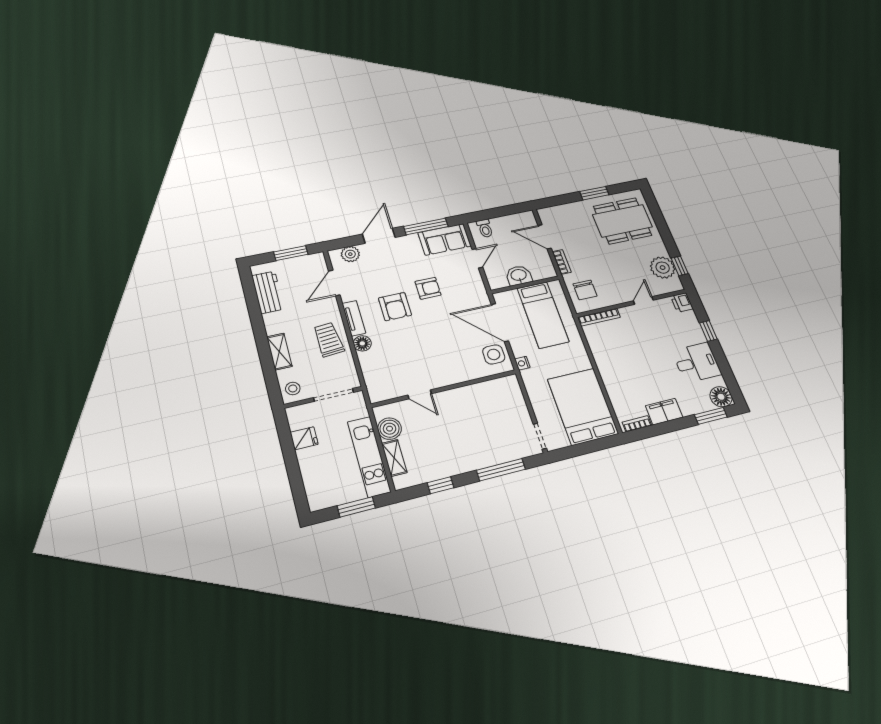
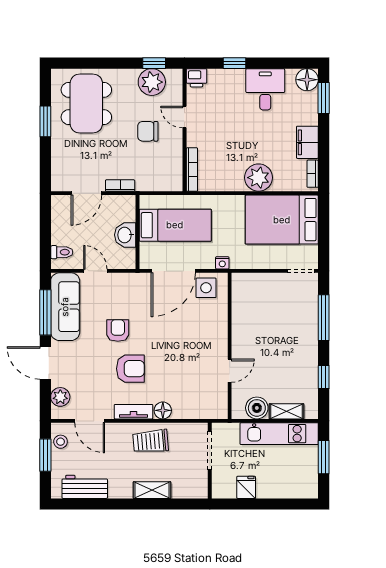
sofa: (445, 239) -> (65, 307), width x1.36
chair: (585, 290) -> (148, 131), moved, turned 180
plant: (614, 376) -> (259, 178), added
stool: (293, 388) -> (61, 442), moved

